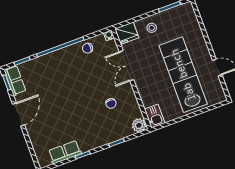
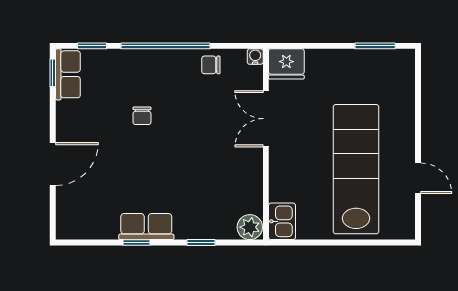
stool: (152, 28) -> (332, 70), removed
chair: (111, 103) -> (142, 116), moved
door: (18, 115) -> (53, 164), moved
row of seats: (65, 152) -> (146, 227), moved

